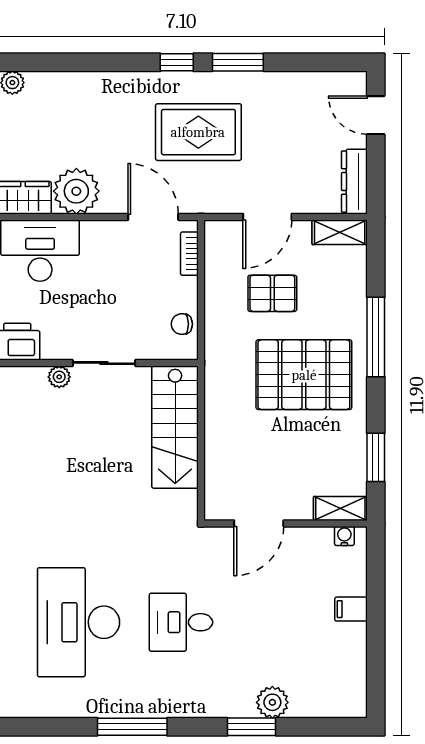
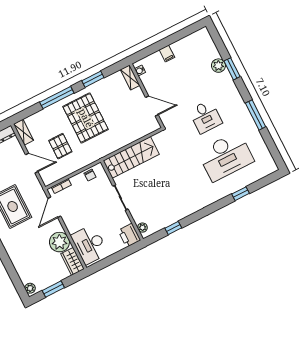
plant: (59, 377) -> (142, 228), moved
window: (376, 457) -> (93, 79), moved

